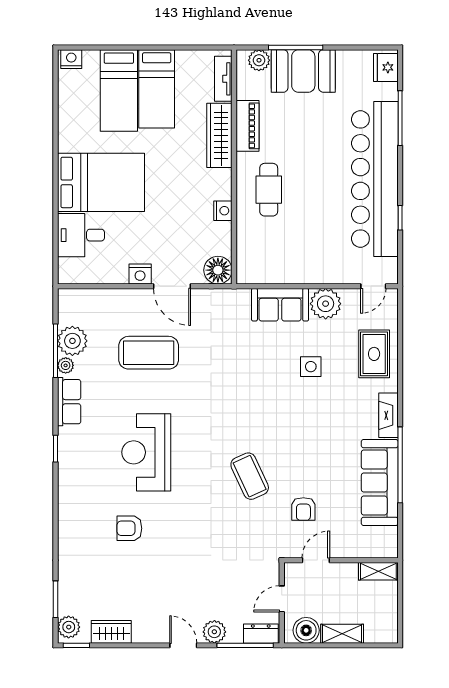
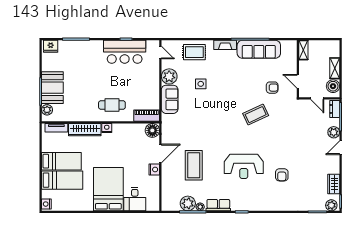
piano: (248, 126) -> (147, 116), moved
bar counter: (375, 179) -> (125, 52), width x0.54
nightstand: (223, 211) -> (107, 128), moved

